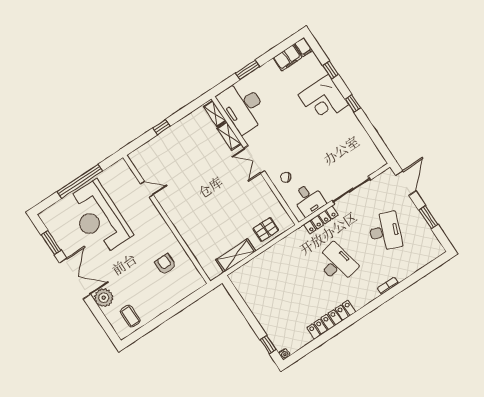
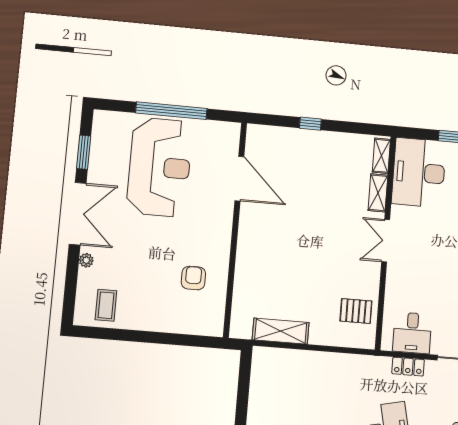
chair: (286, 177) -> (405, 288), removed
door: (147, 189) -> (239, 179), width x1.88
reception desk: (98, 218) -> (160, 167), turned 180
locker: (321, 220) -> (408, 367), width x0.66
pallet: (266, 230) -> (356, 311), moved
plant: (104, 298) -> (86, 260), width x0.53, depth x0.53

